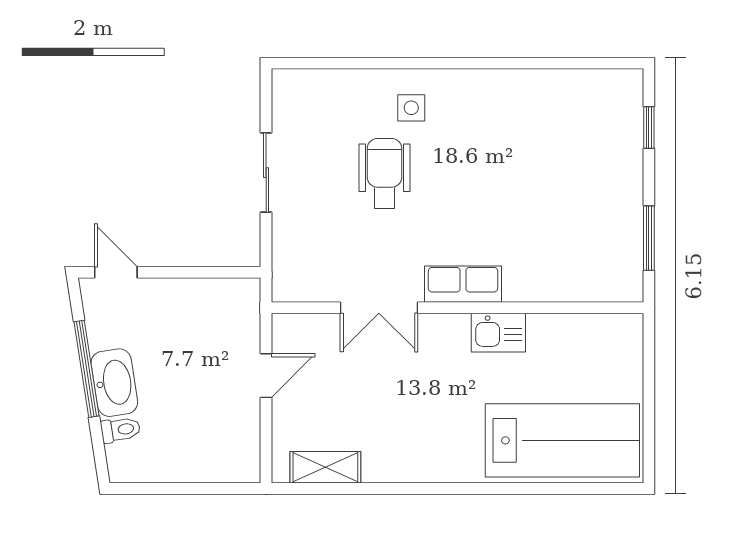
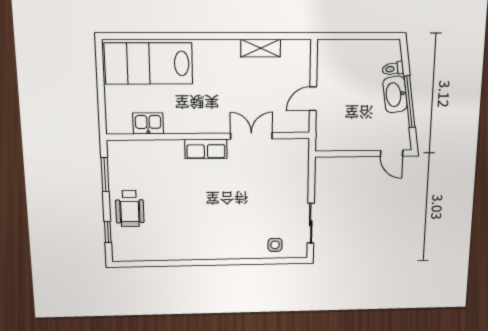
side table: (411, 108) -> (275, 245), moved
sliding door: (266, 173) -> (311, 223), moved
wheelchair: (384, 173) -> (130, 208), moved
kitchen sink: (498, 333) -> (148, 123), moved
shelving: (325, 467) -> (261, 48), moved

